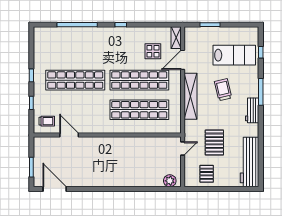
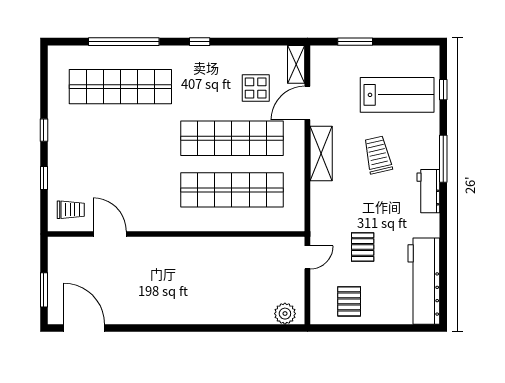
shop shelf: (75, 80) -> (120, 87), moved
shelving: (191, 96) -> (321, 154), width x0.68
pallet: (214, 143) -> (363, 247), width x0.67, depth x0.71

